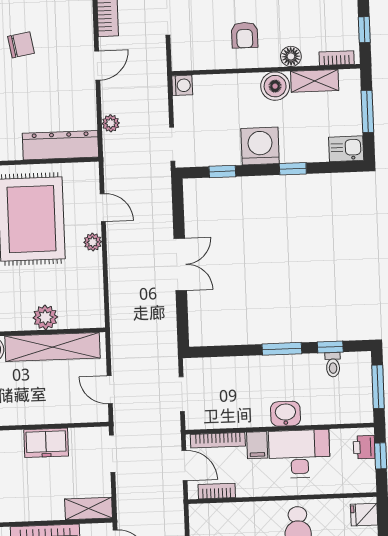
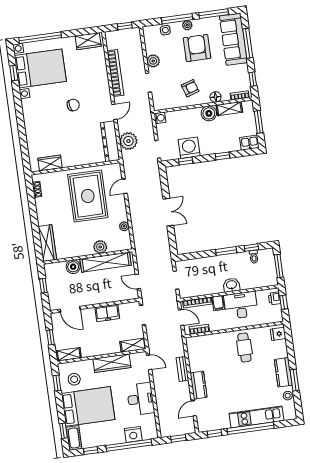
armchair: (245, 35) -> (190, 88), turned -108
plant: (111, 123) -> (128, 141), width x1.88, depth x1.88
dresser: (60, 145) -> (110, 141), moved, turned -90
washing machine: (260, 146) -> (189, 148), moved
door: (103, 208) -> (125, 186), swing flipped
plant: (93, 242) -> (124, 226), moved

